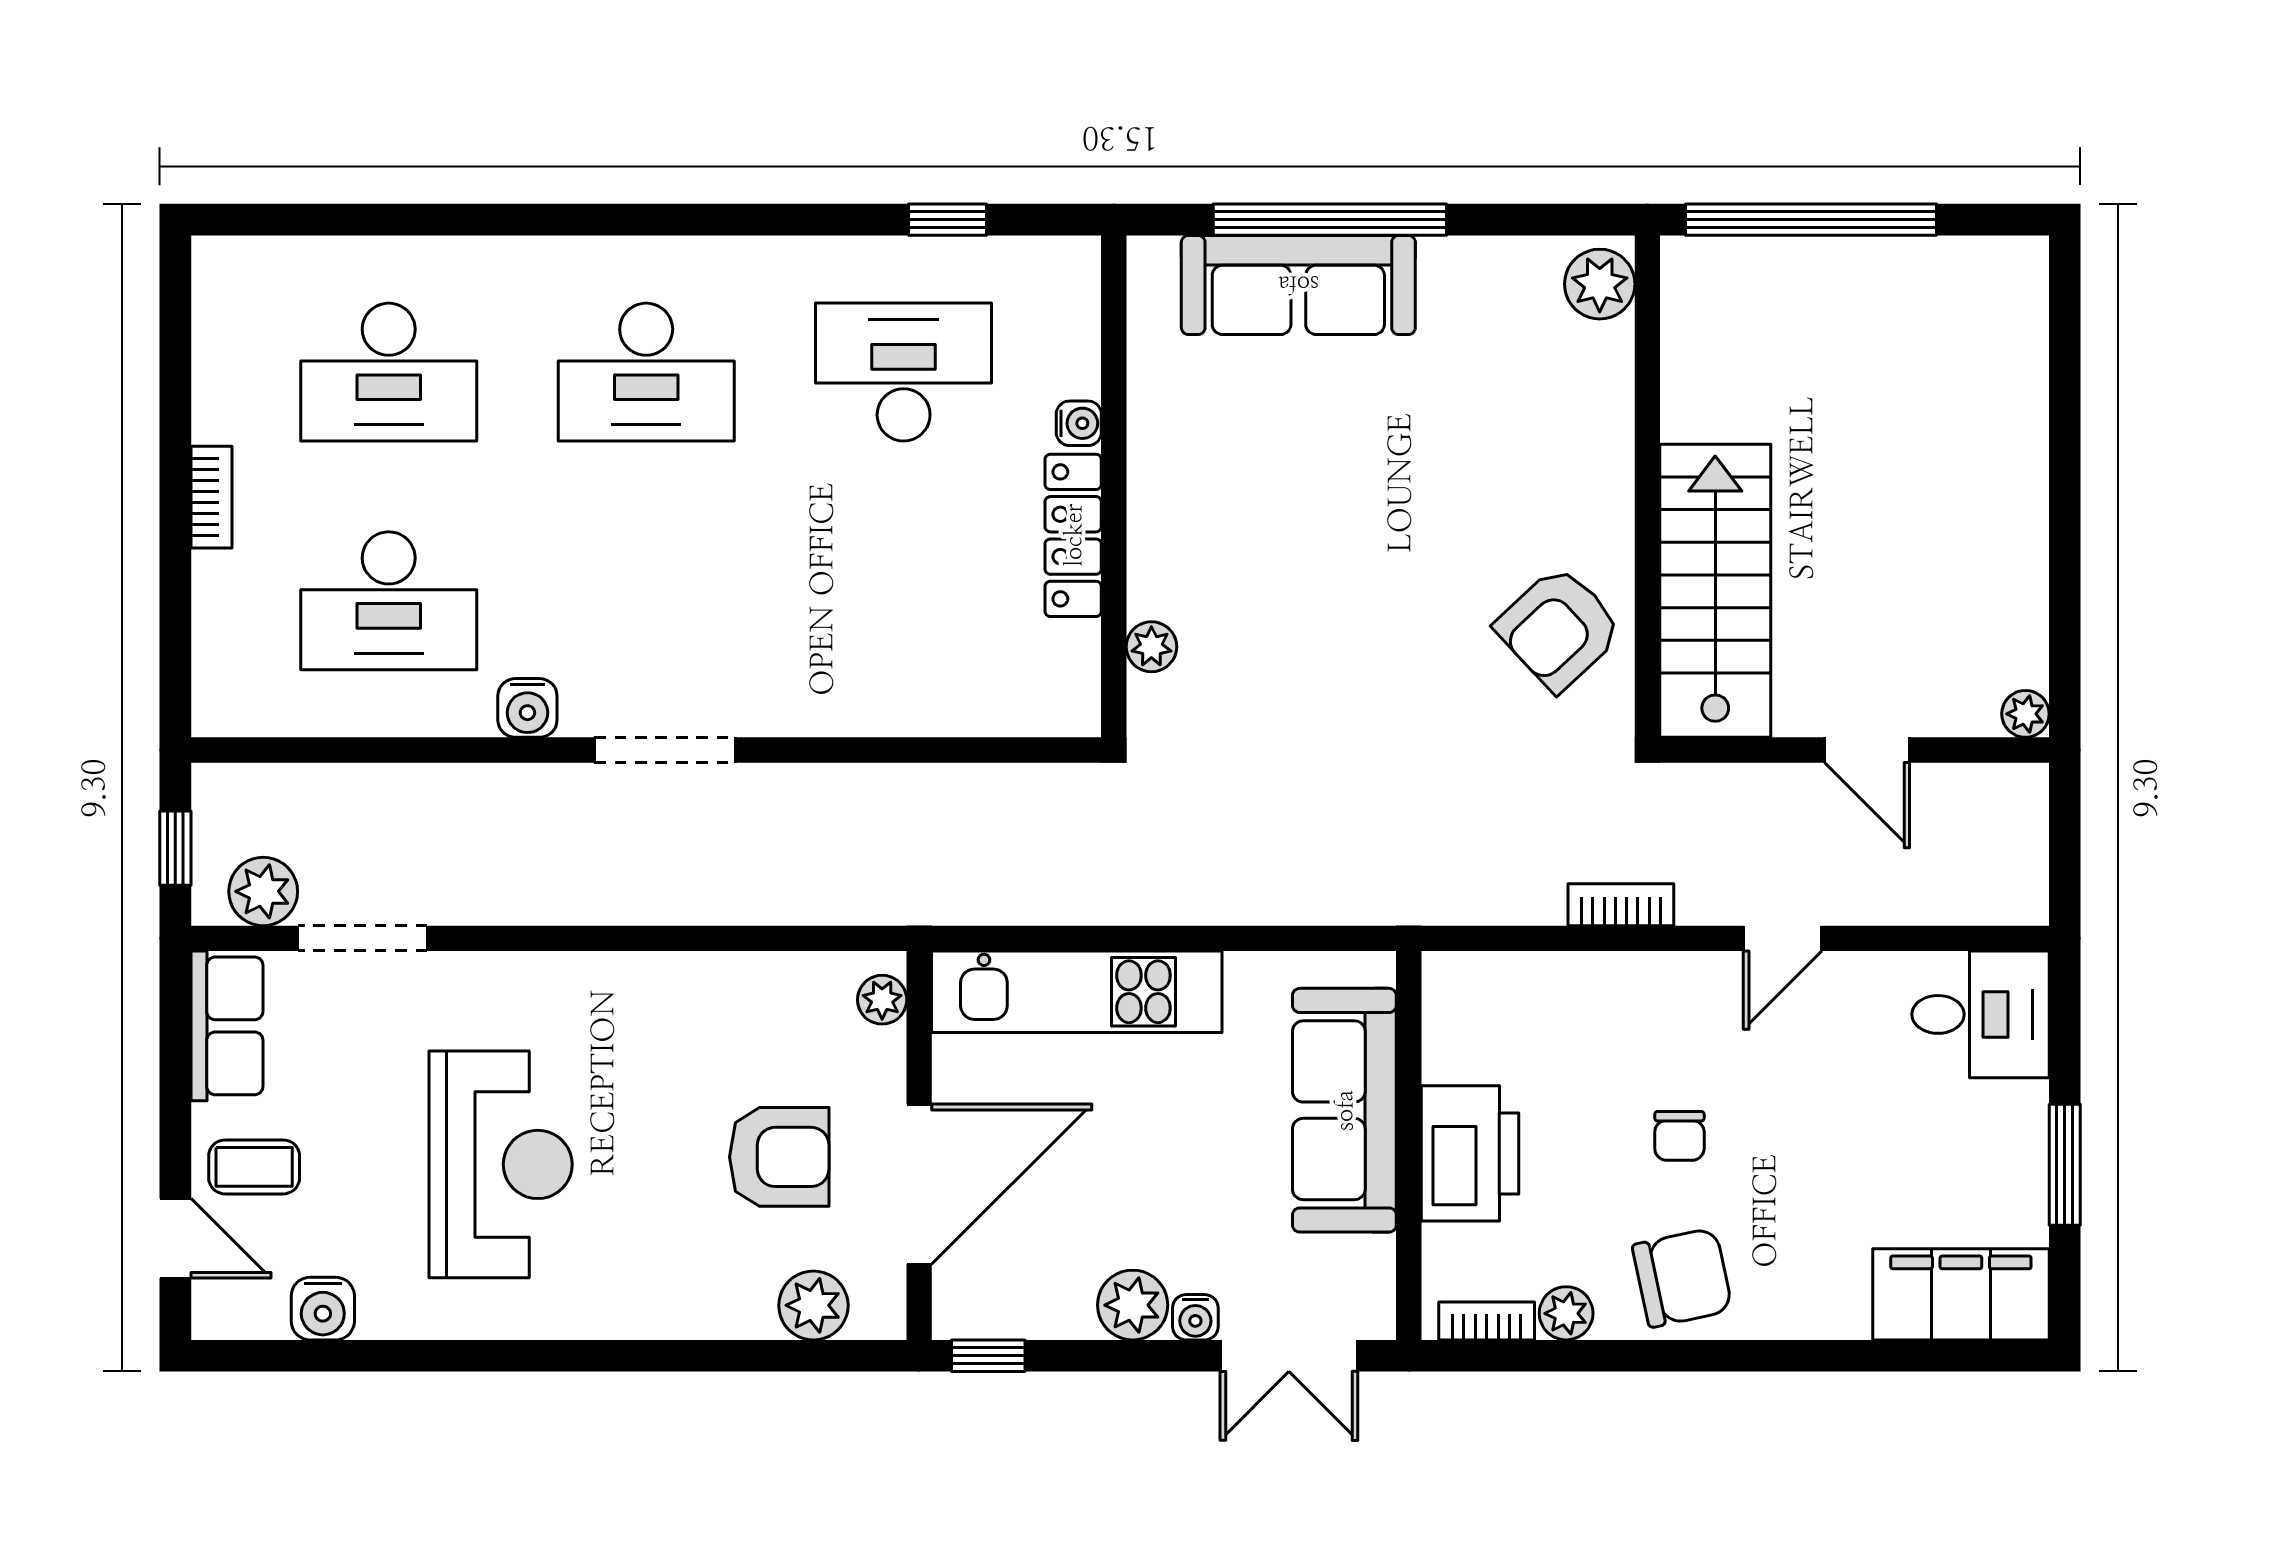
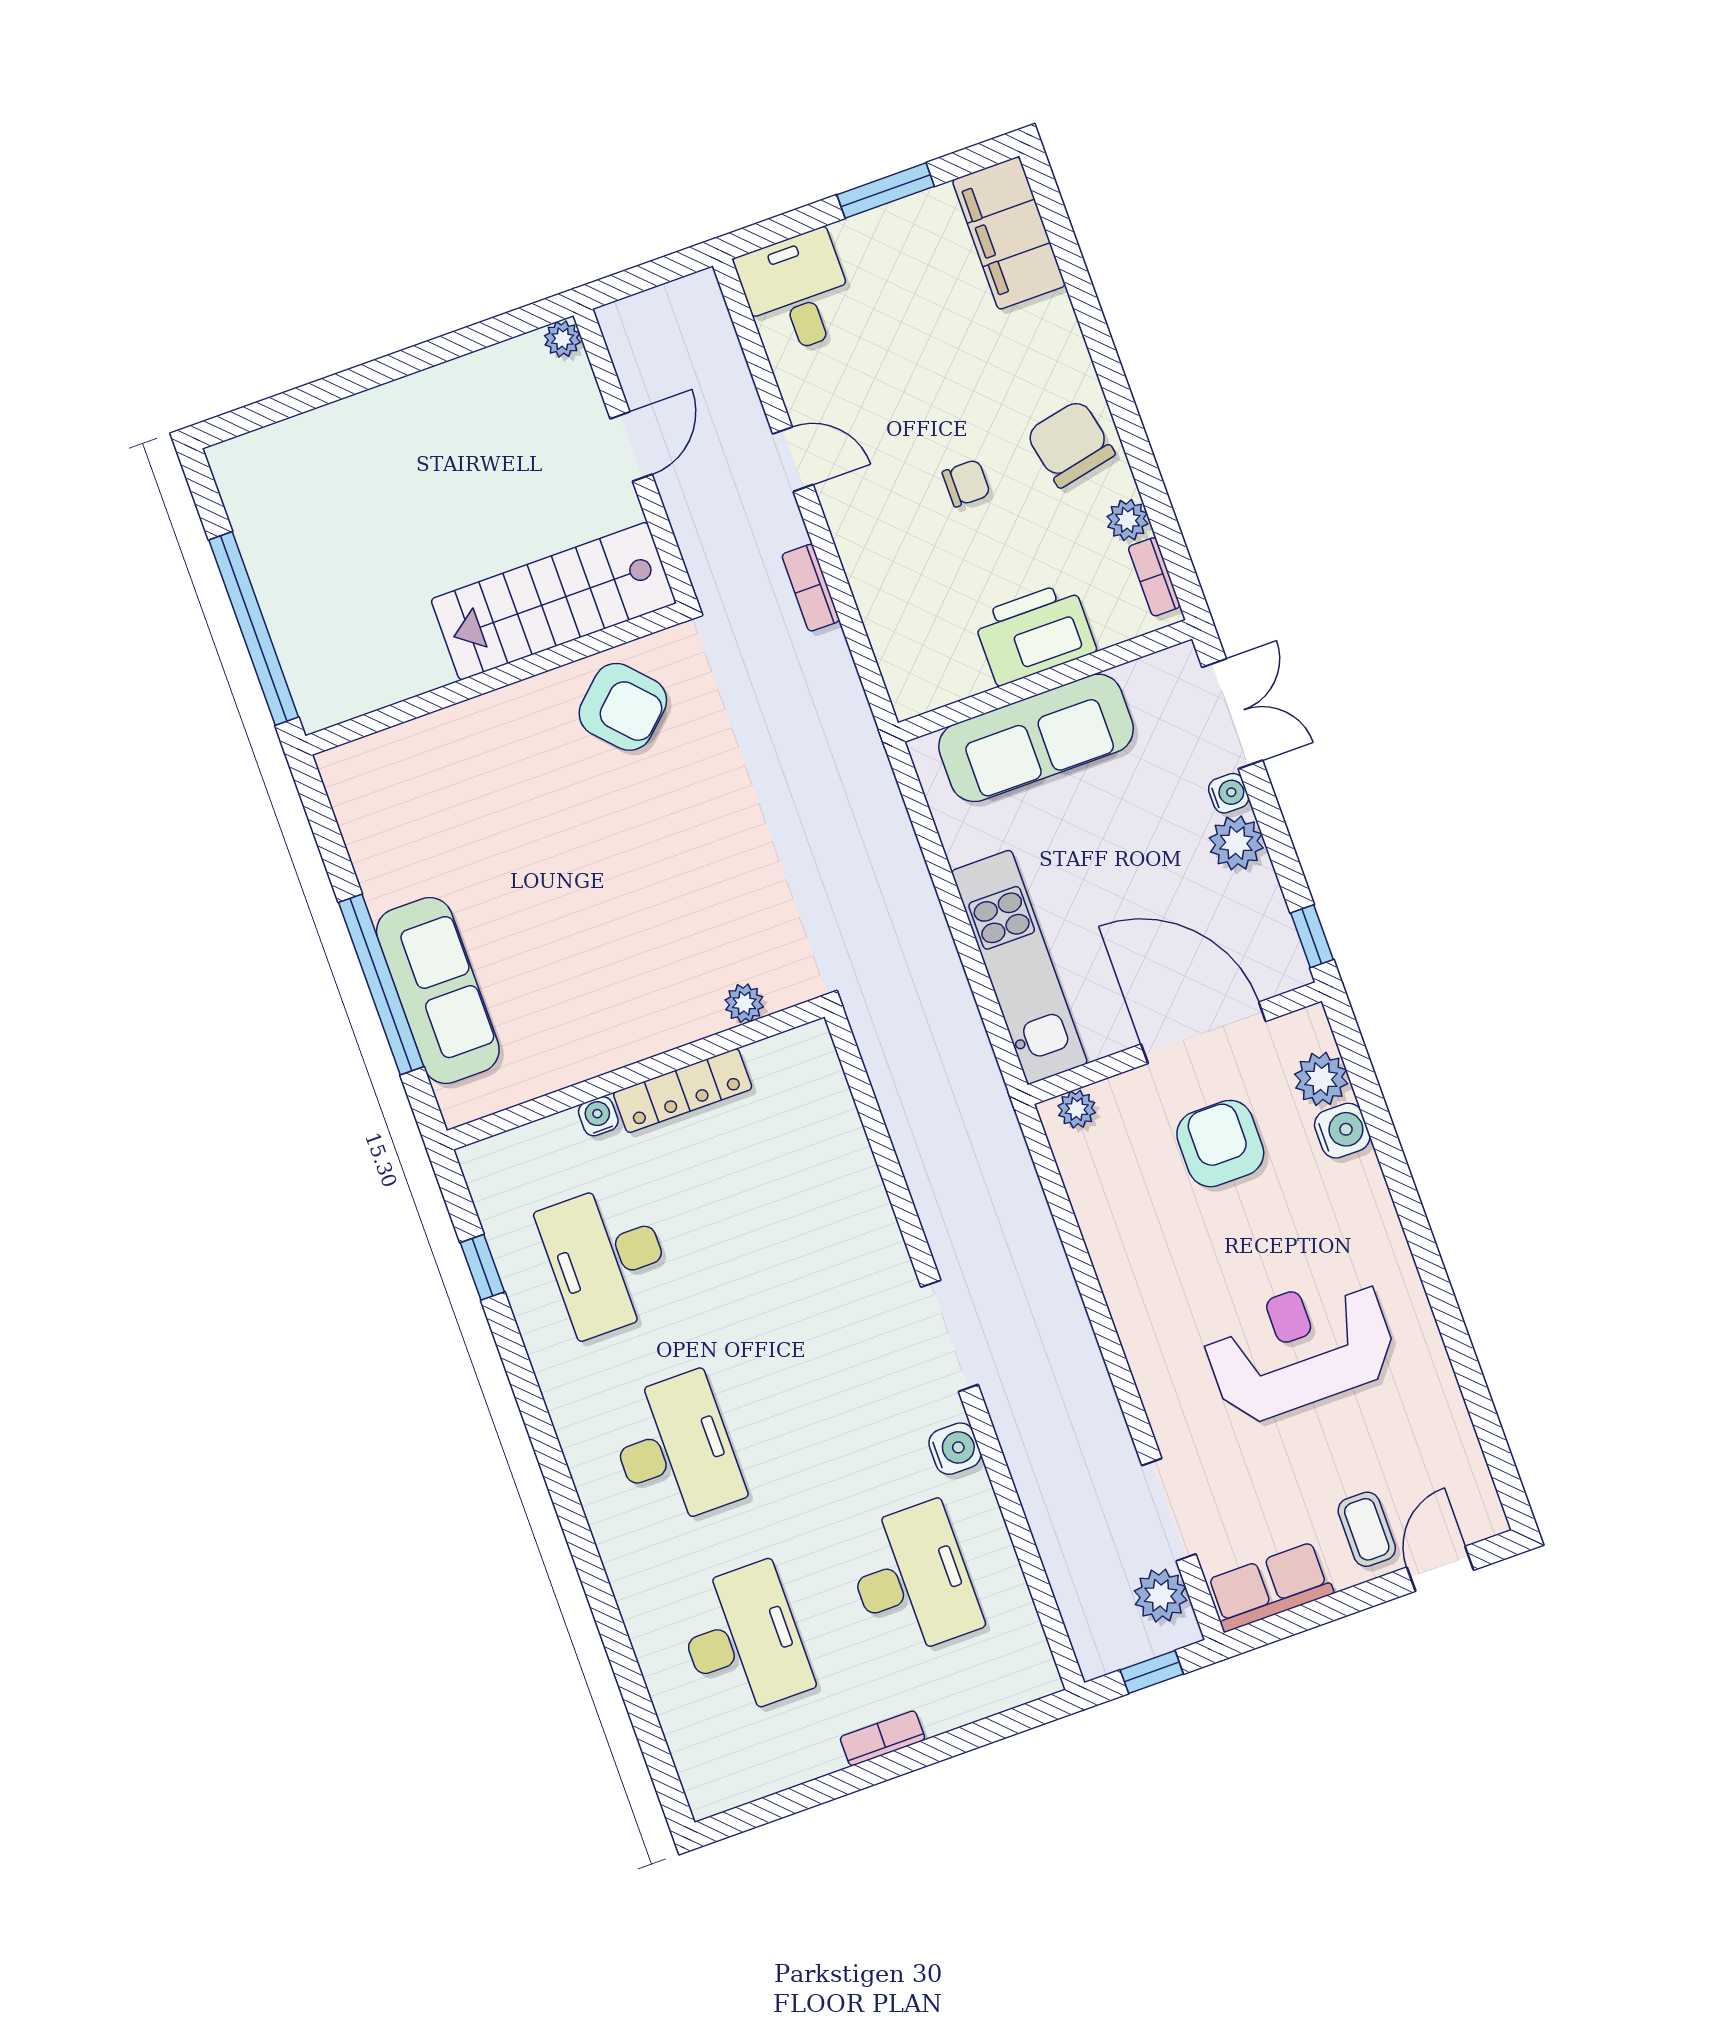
plant: (1600, 284) -> (357, 768), removed
water cooler: (323, 1309) -> (1342, 1131), moved

